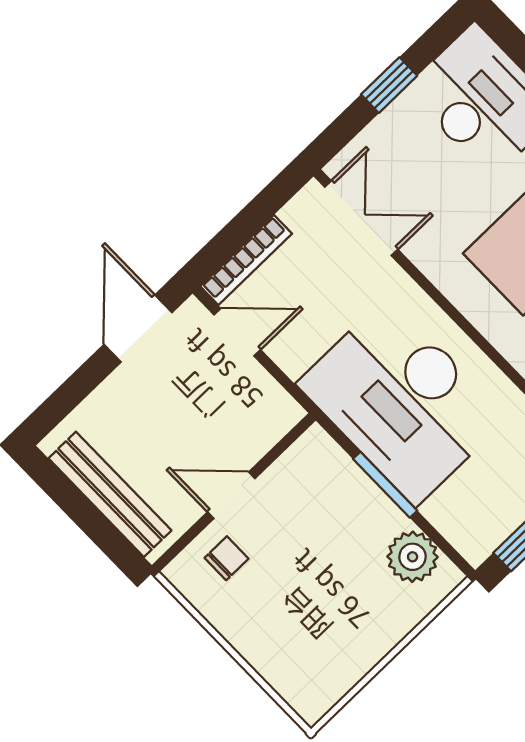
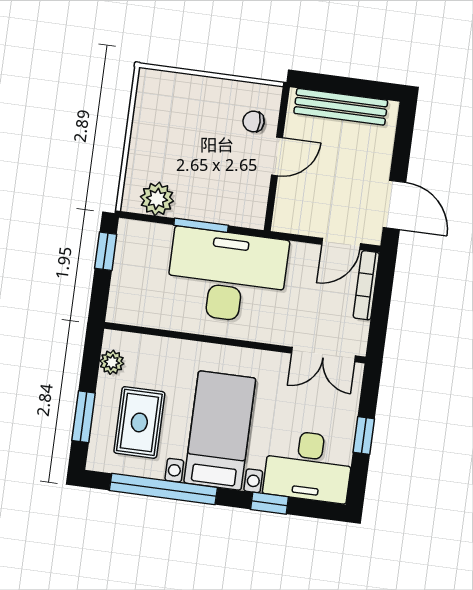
chair: (227, 558) -> (254, 121), turned 90

